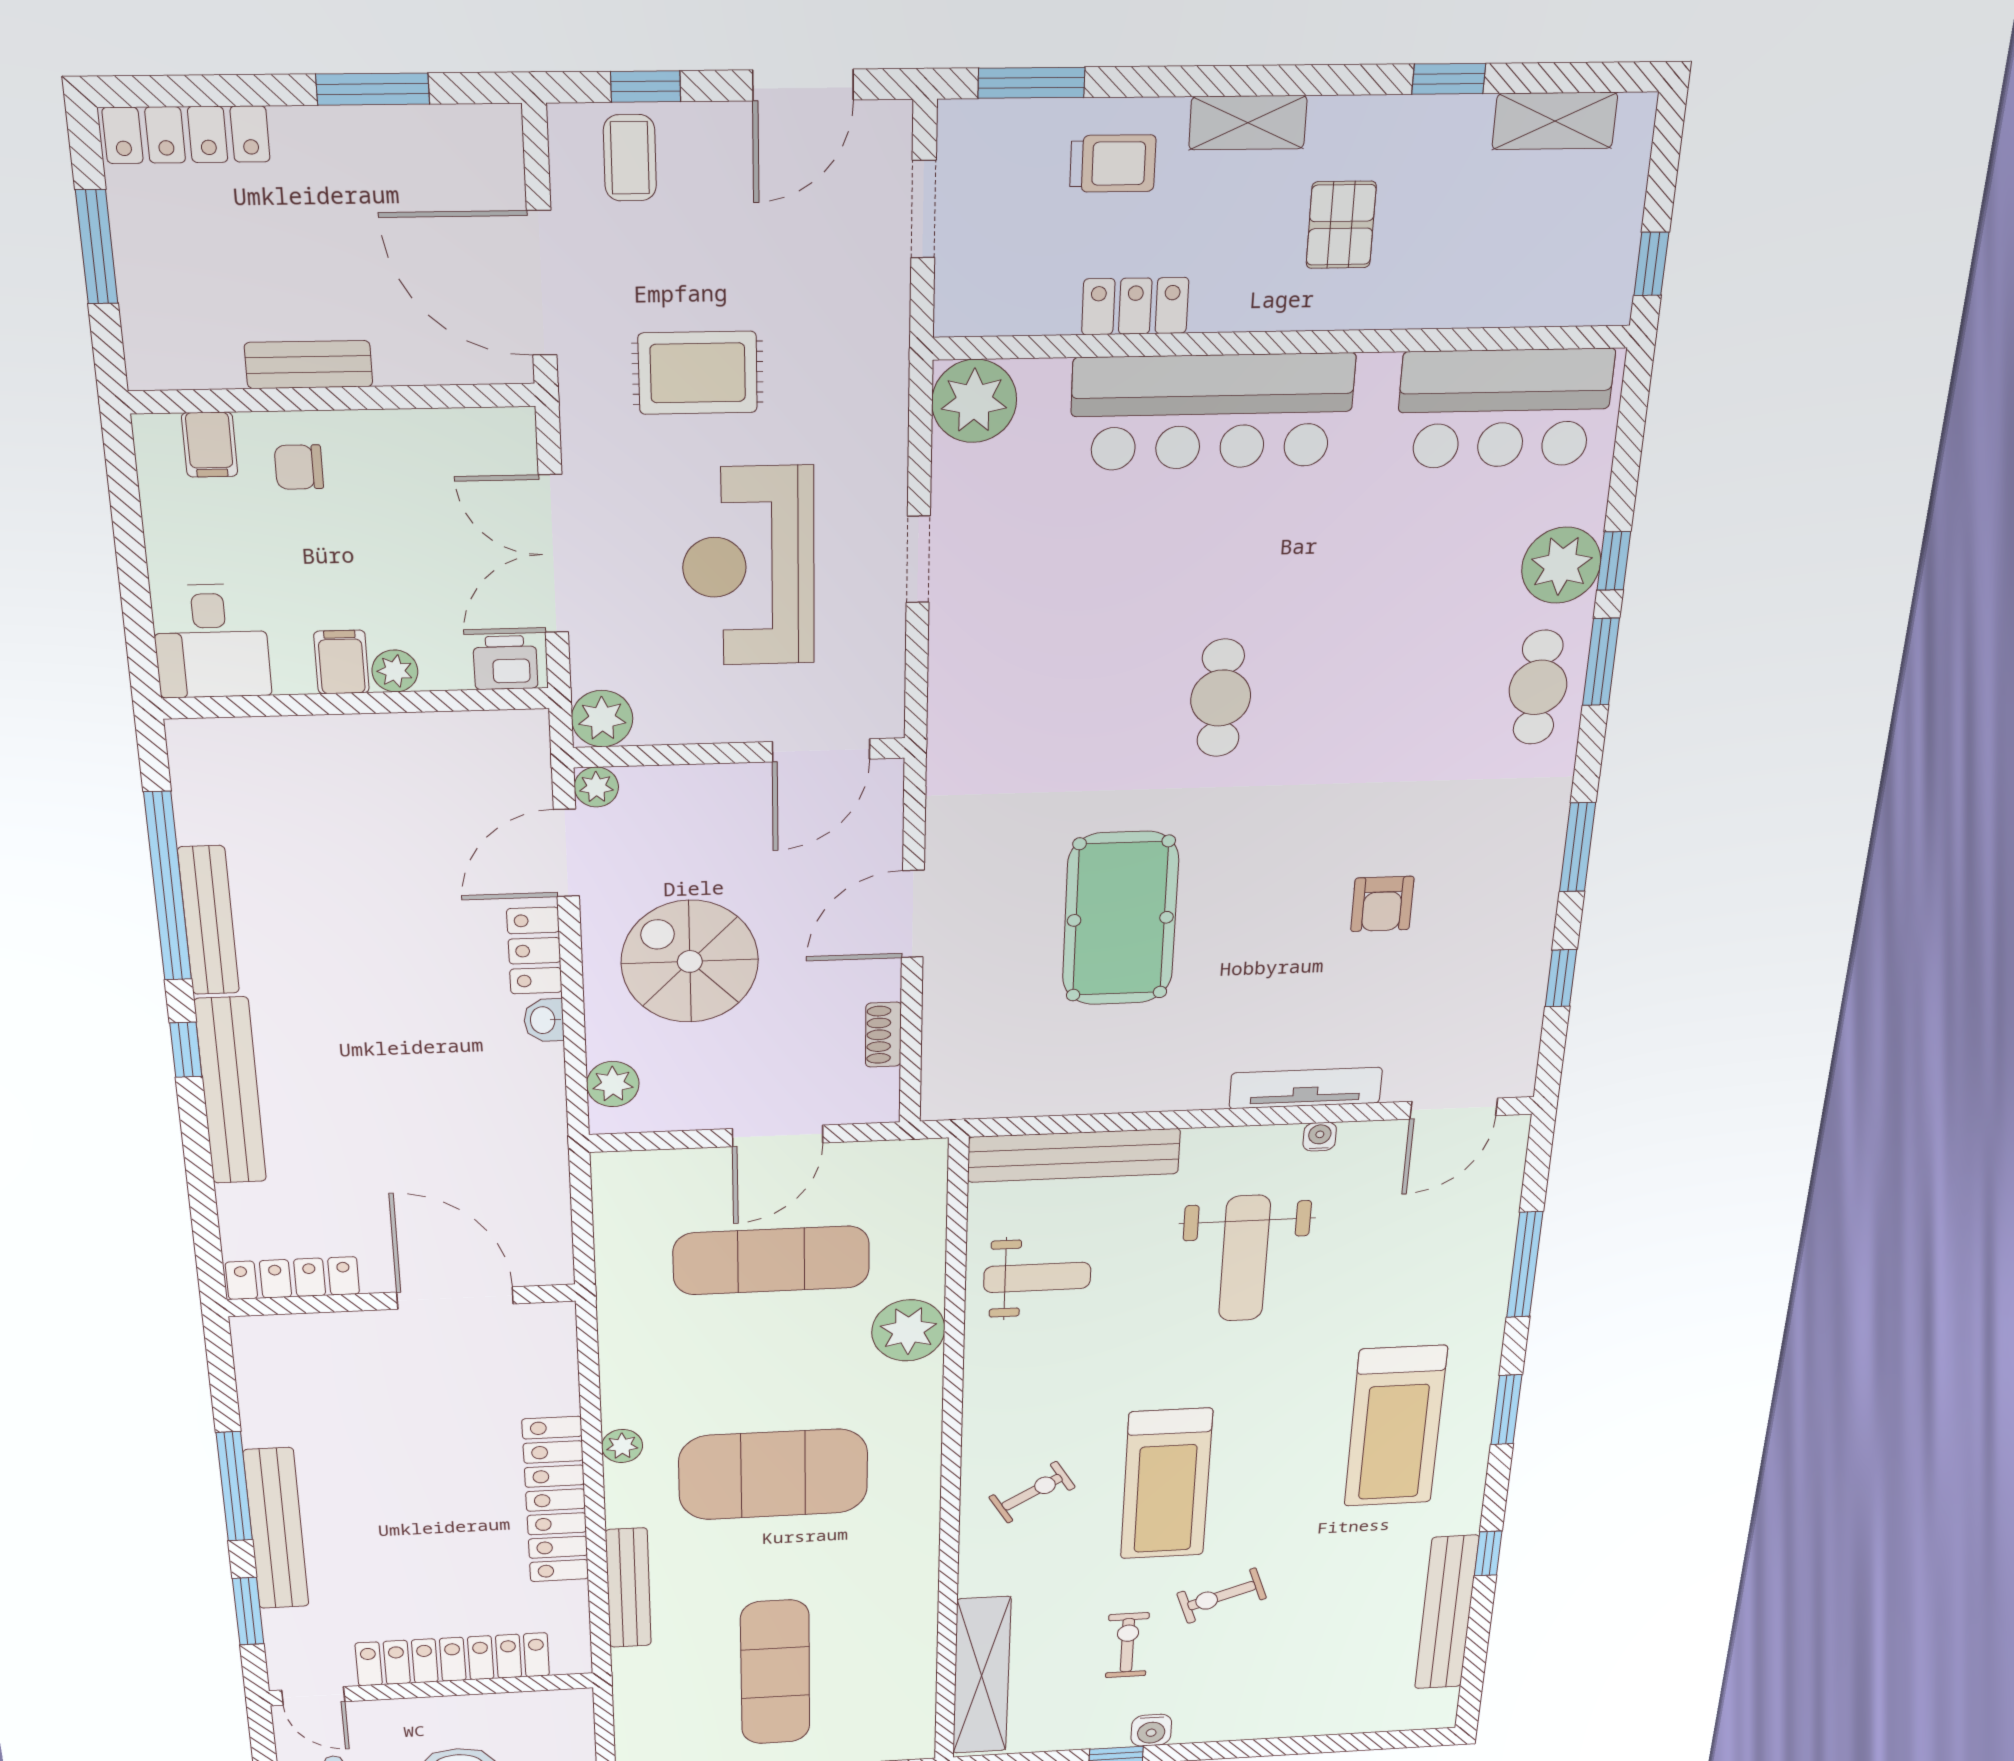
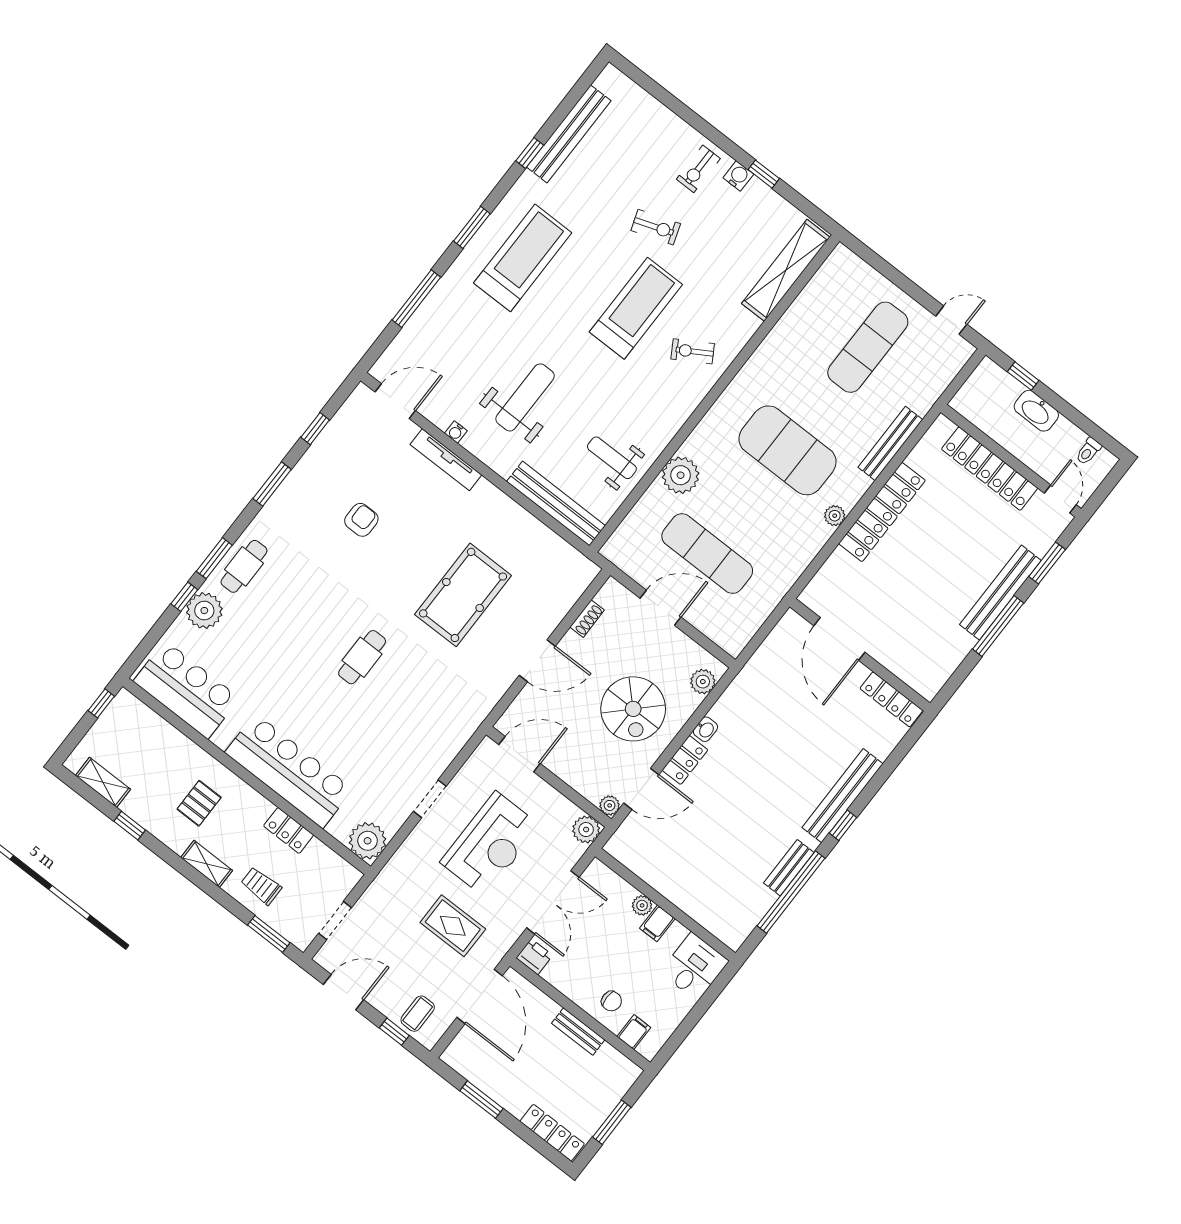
printer: (505, 663) -> (534, 957), moved, turned 180
bench: (209, 921) -> (789, 868), width x0.73
exercise bike: (1127, 1645) -> (698, 169), moved

